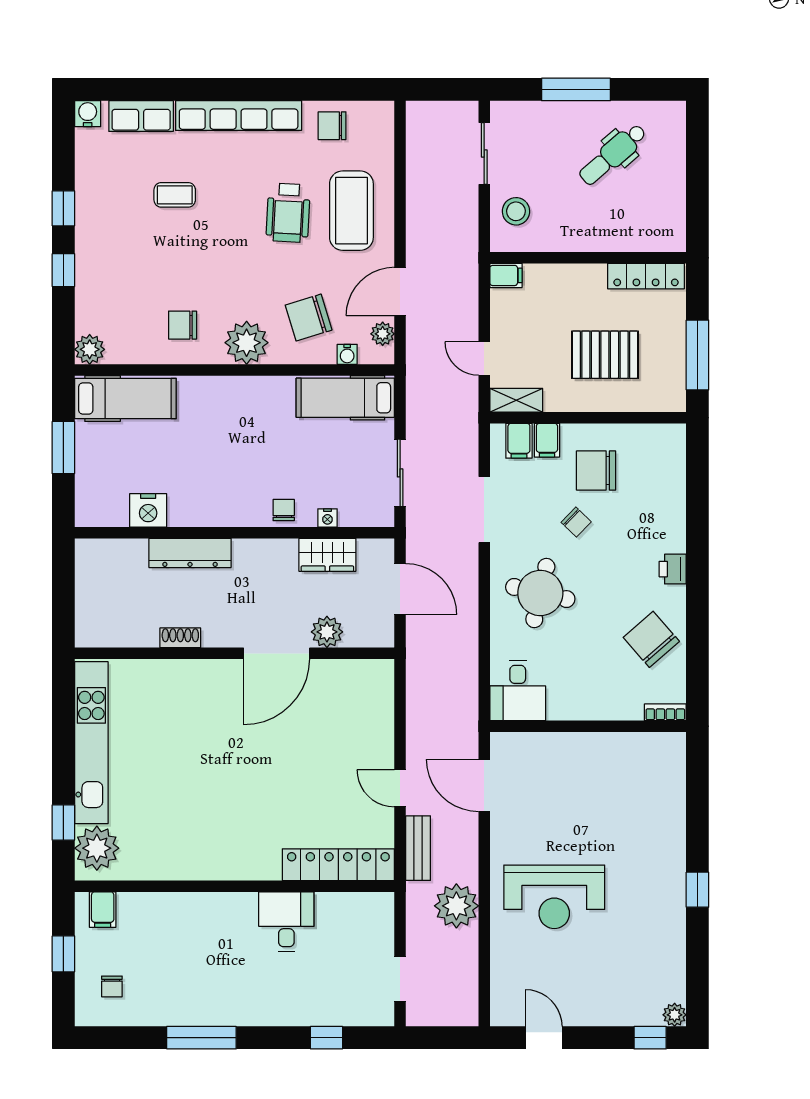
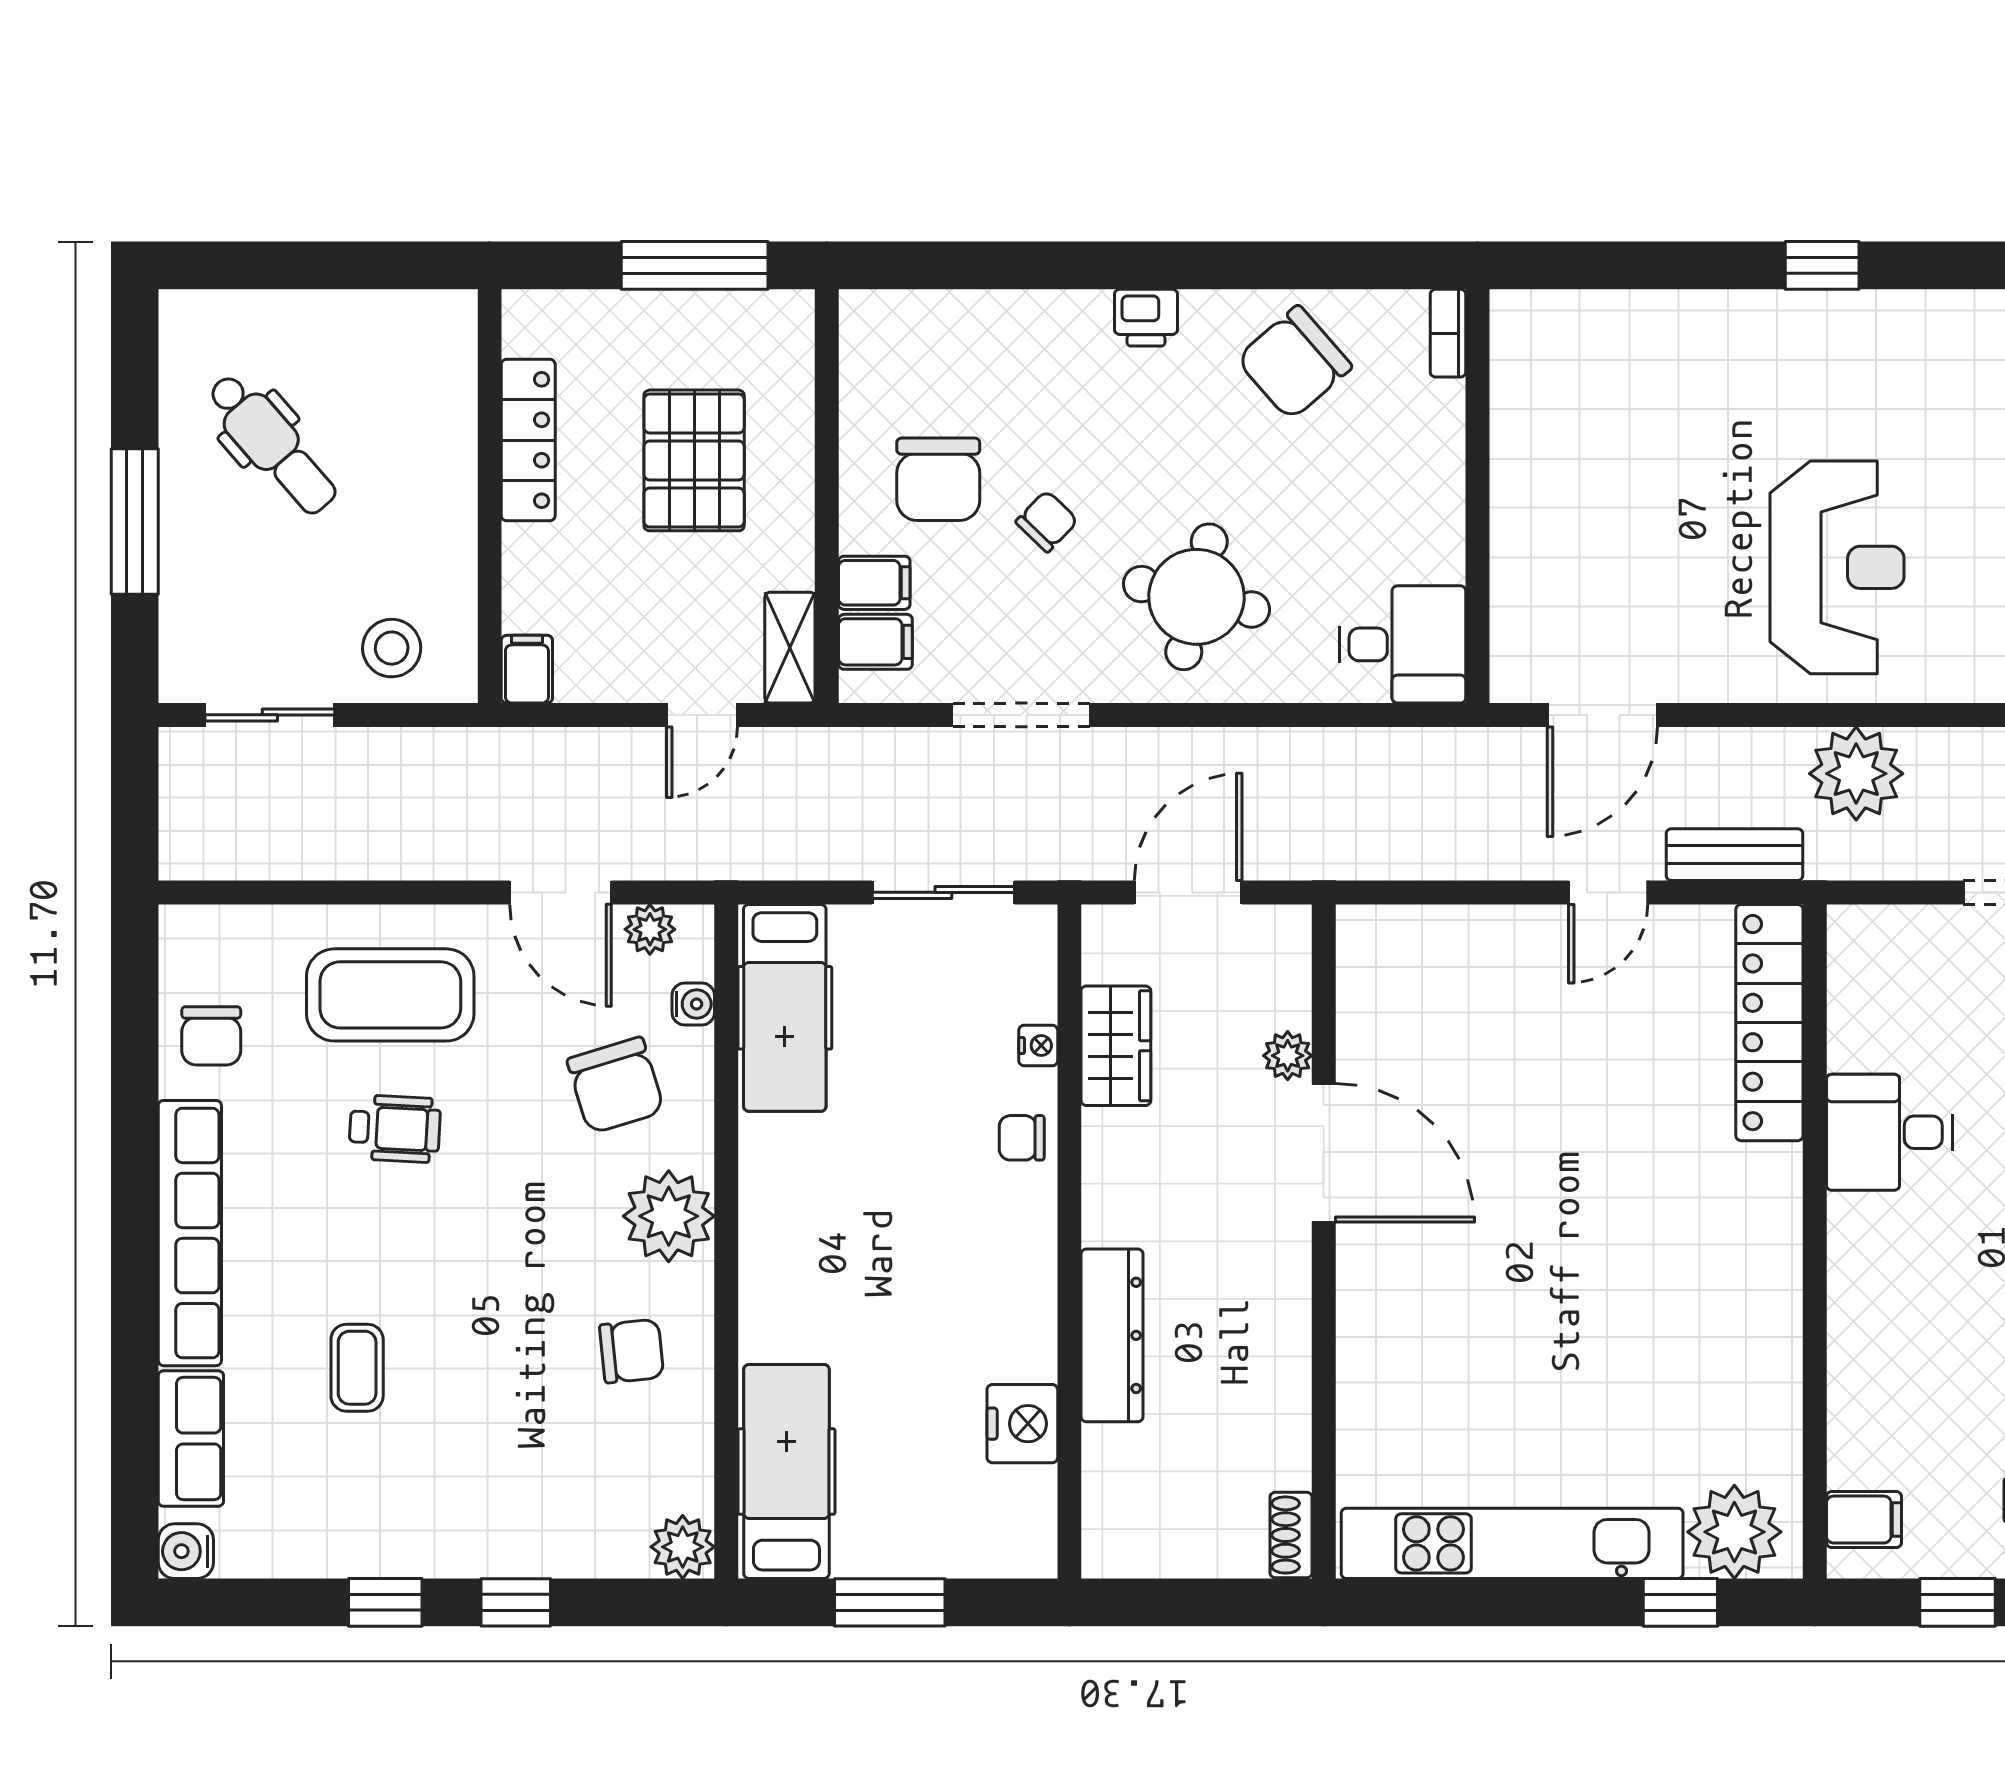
wheelchair: (288, 213) -> (395, 1129), width x0.73, depth x0.73
locker: (646, 276) -> (528, 440), moved
chair: (183, 325) -> (632, 1351), turned -96
plant: (327, 632) -> (1288, 1056), width x0.73, depth x0.73
shoe rack: (180, 638) -> (1291, 1535), moved

